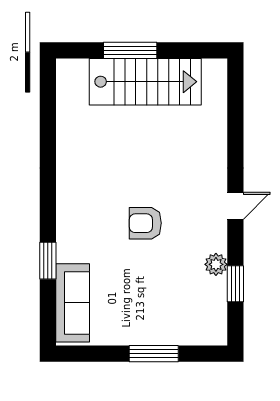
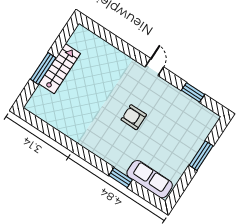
stairs: (145, 82) -> (60, 69), width x0.73, depth x0.66
armchair: (145, 223) -> (134, 117), turned 90
plant: (216, 264) -> (177, 96), removed

